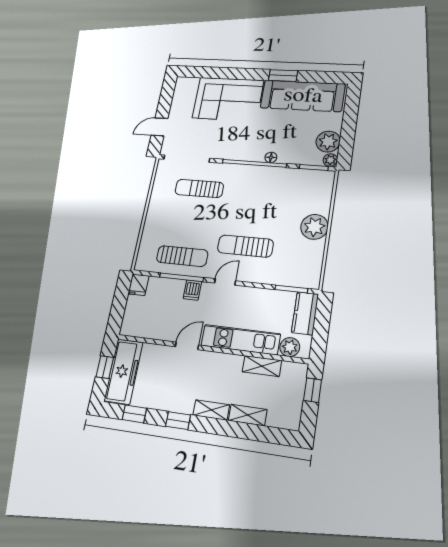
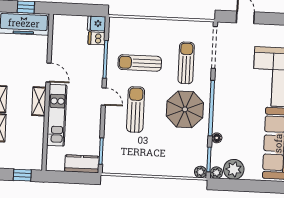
floor lamp: (271, 157) -> (217, 138), moved
parasol: (252, 192) -> (185, 109), added
plant: (314, 227) -> (200, 172), moved, width x0.53, depth x0.53
sun lounger: (182, 256) -> (140, 63), moved, turned 90
dishwasher: (192, 290) -> (97, 38), moved
plant: (290, 347) -> (54, 155), removed
shelving: (262, 366) -> (39, 101), moved

